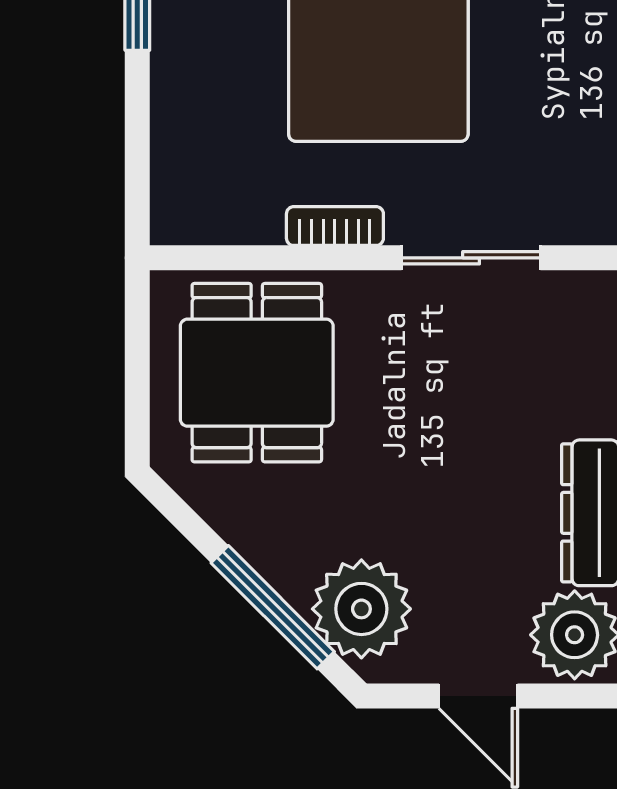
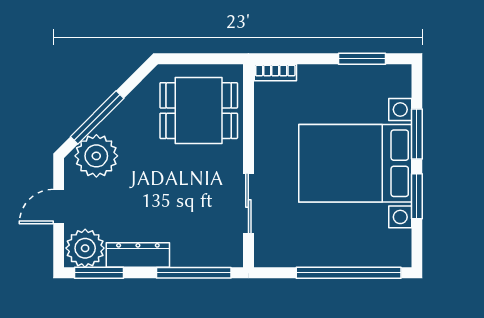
bookcase: (335, 226) -> (275, 73), moved, turned 90

